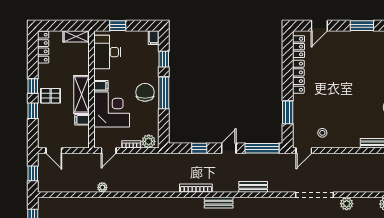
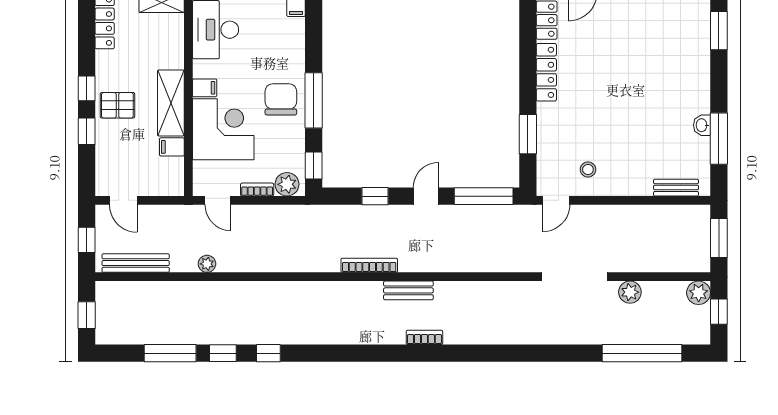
window: (164, 59) -> (314, 165), moved
door: (109, 151) -> (218, 200), hinge flipped
bench: (253, 187) -> (136, 263), moved, width x1.36

